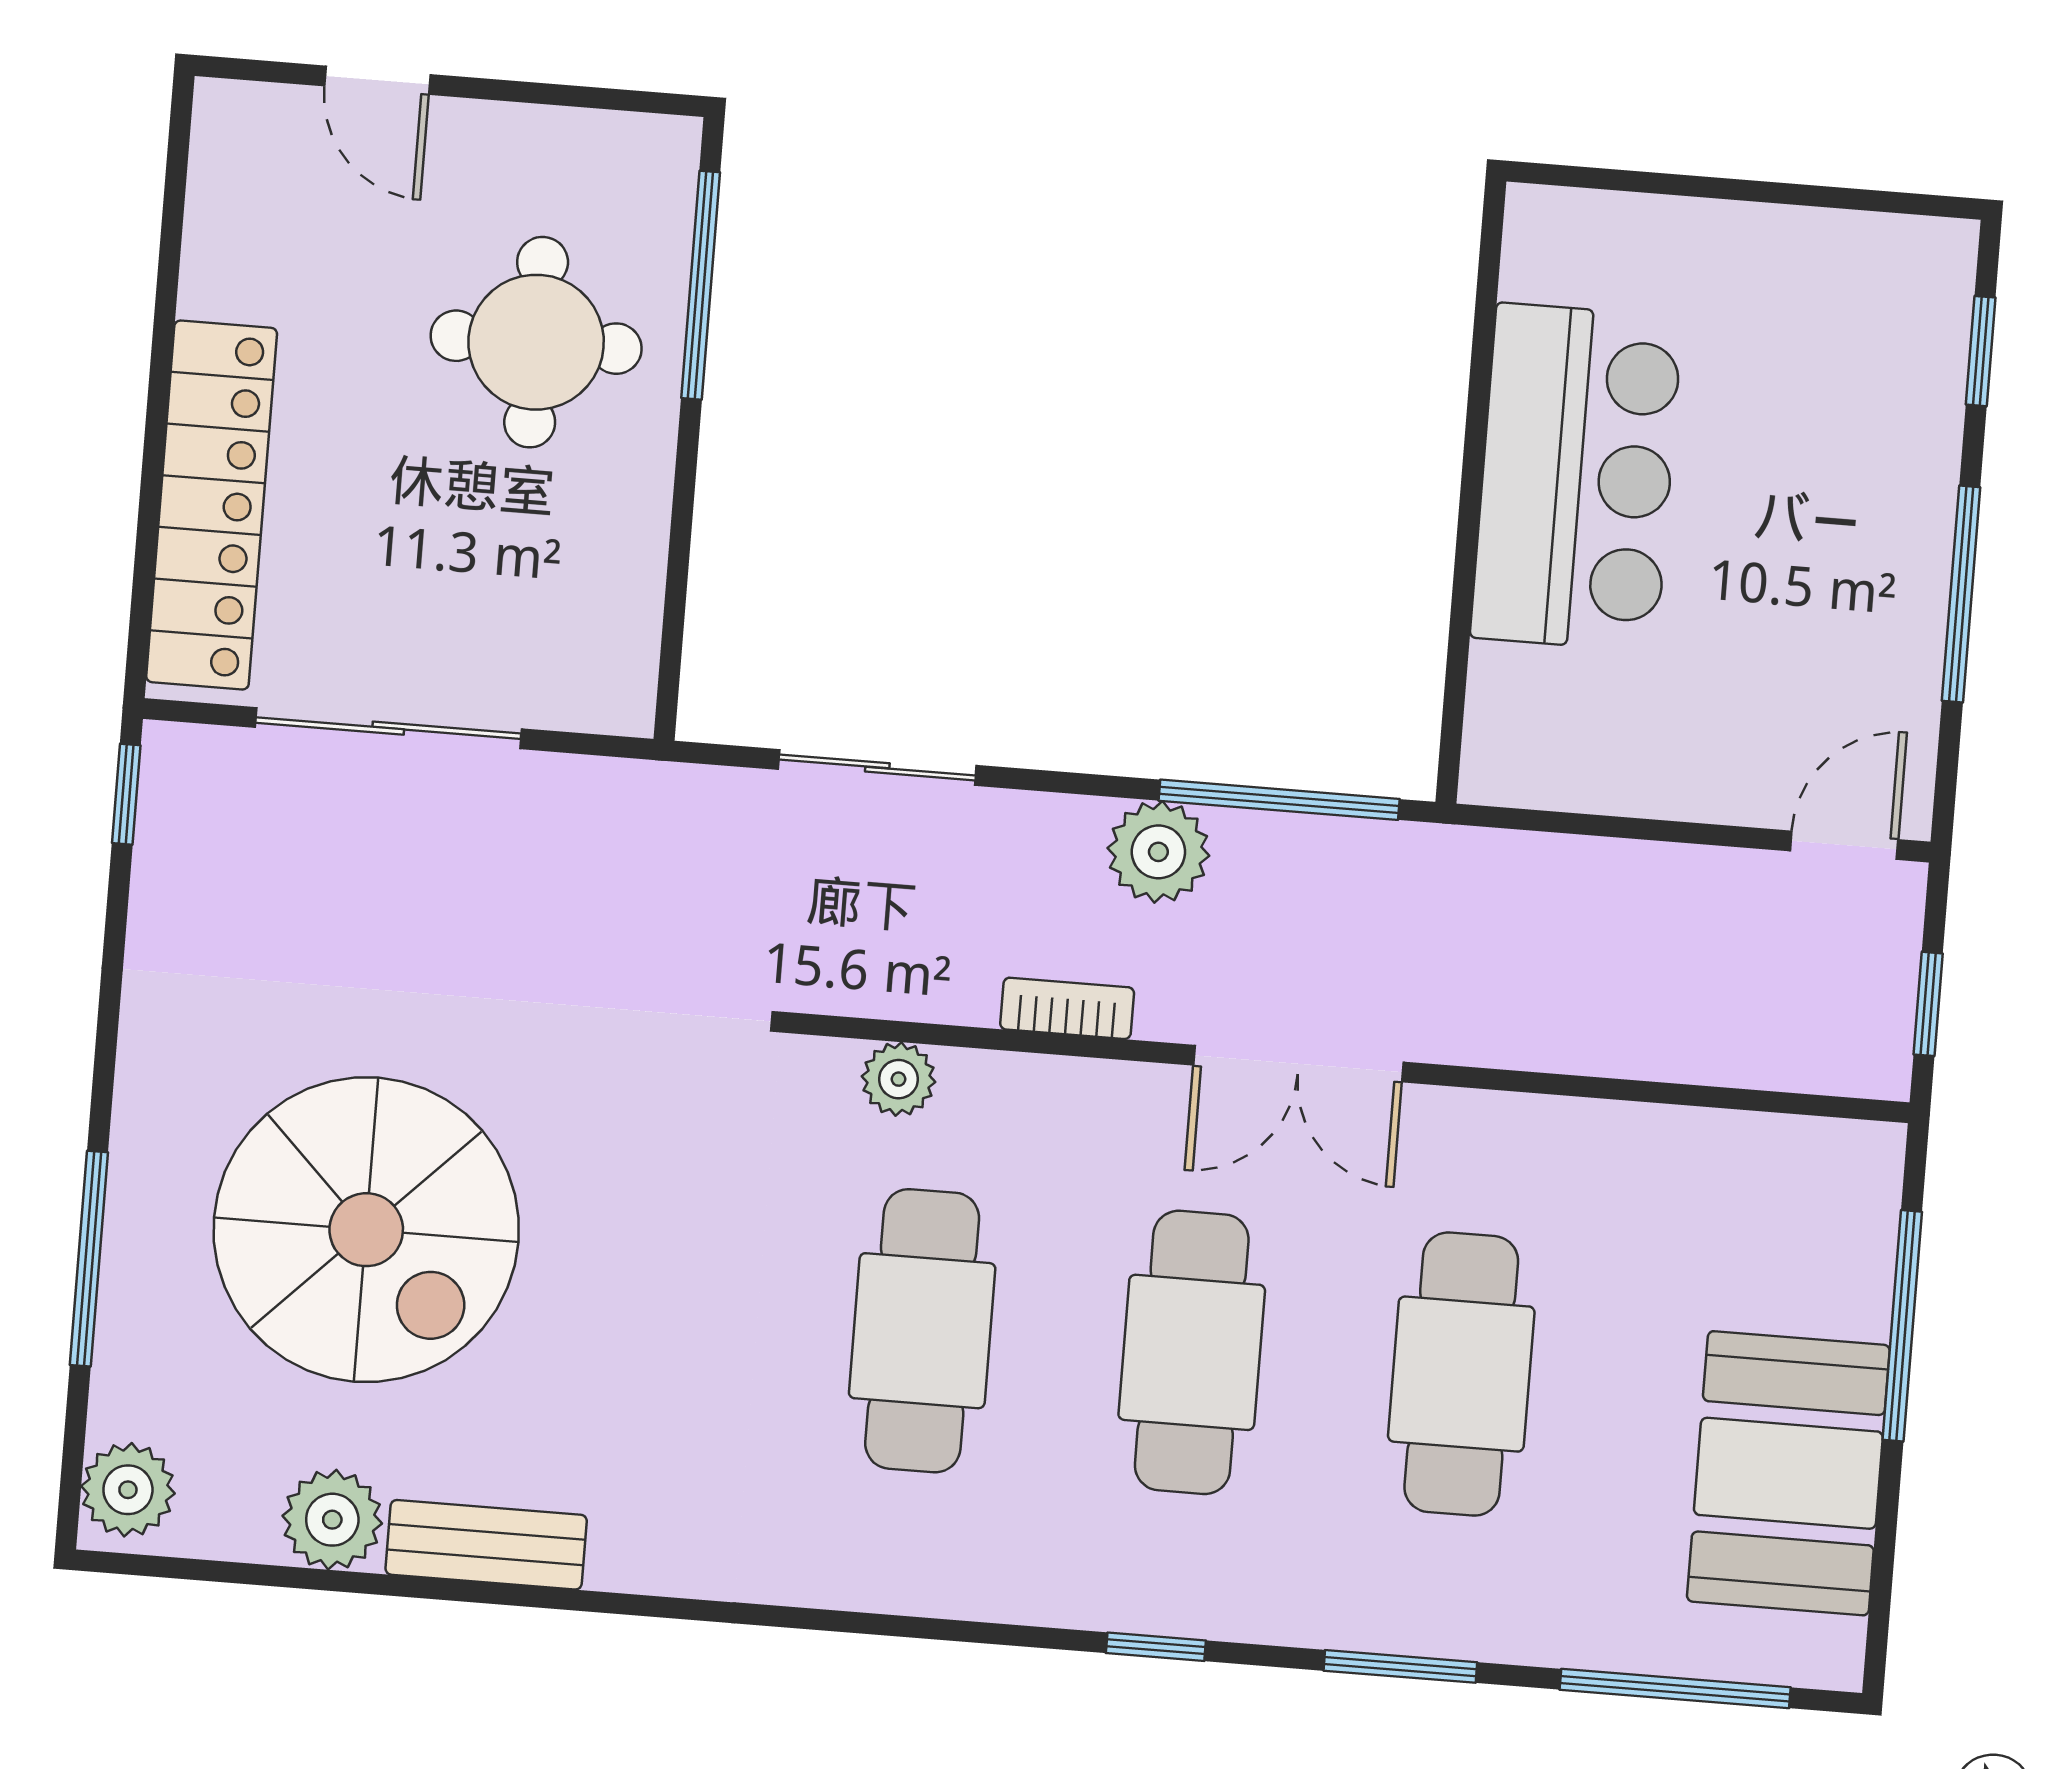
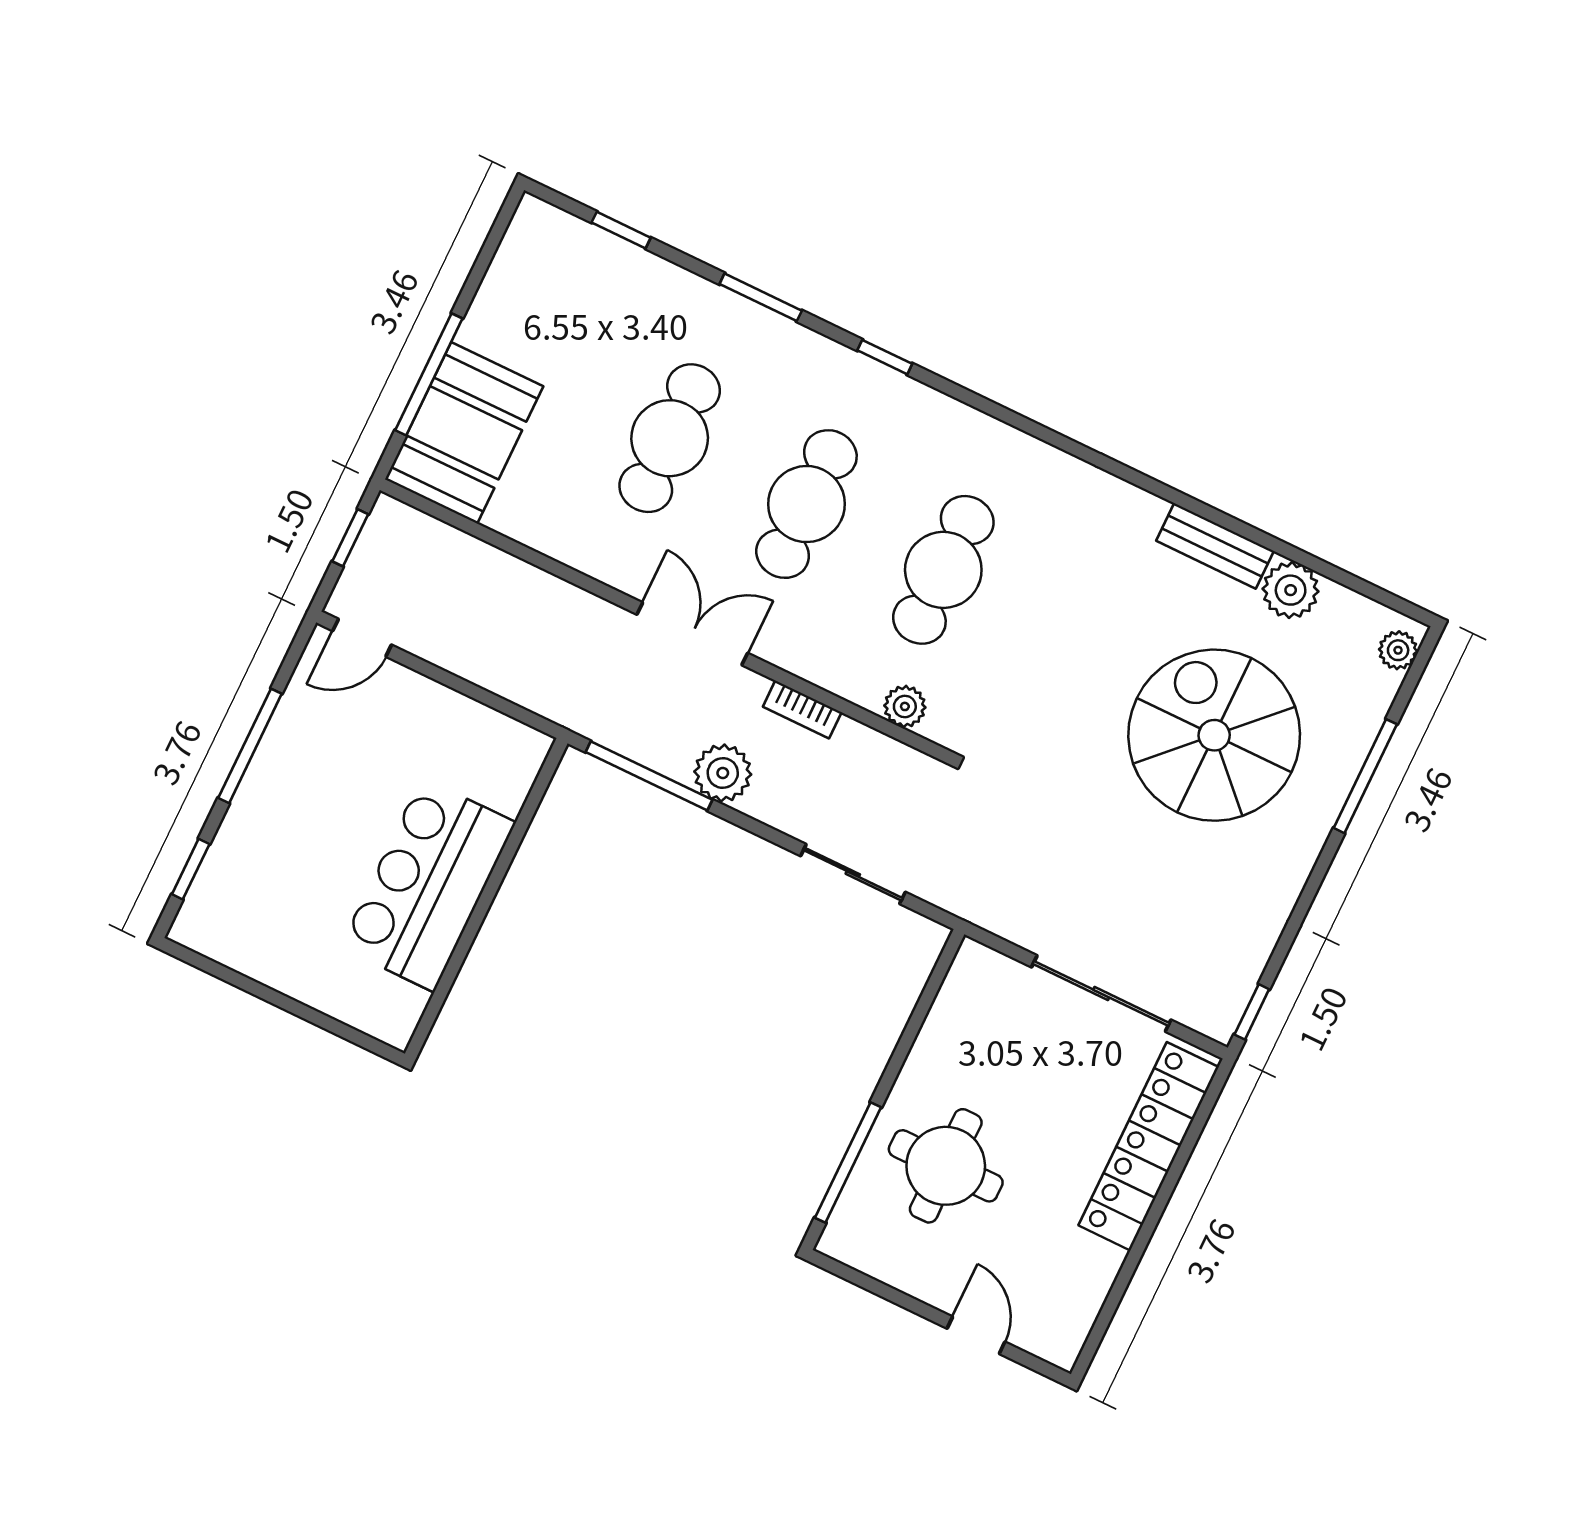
booth: (1788, 1473) -> (464, 433), moved
plant: (128, 1490) -> (1398, 650), width x0.73, depth x0.73
window: (1675, 1689) -> (621, 230), width x0.46

